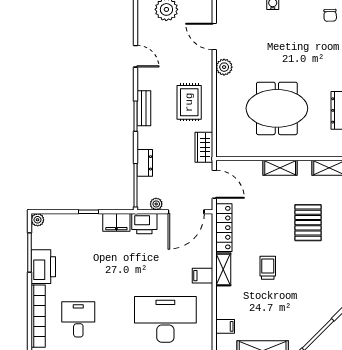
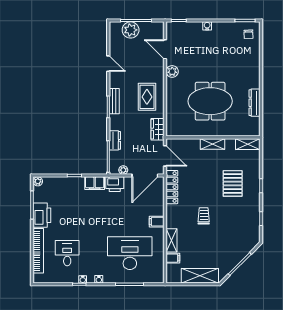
shelving: (223, 269) -> (172, 240), moved

